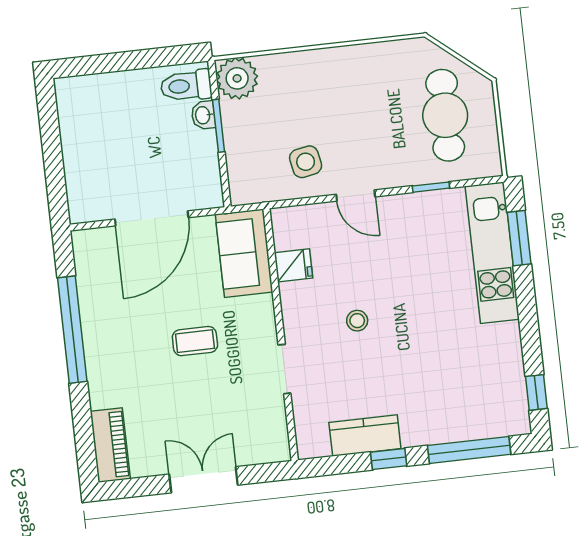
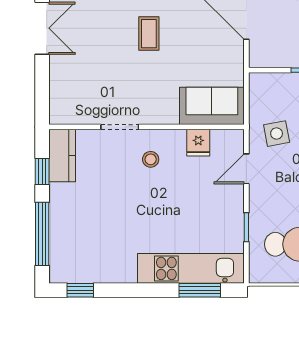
sofa: (244, 253) -> (212, 106), moved
fridge: (294, 265) -> (198, 143), moved
wall: (281, 335) -> (147, 127), moved
doorway: (284, 369) -> (120, 127), moved

